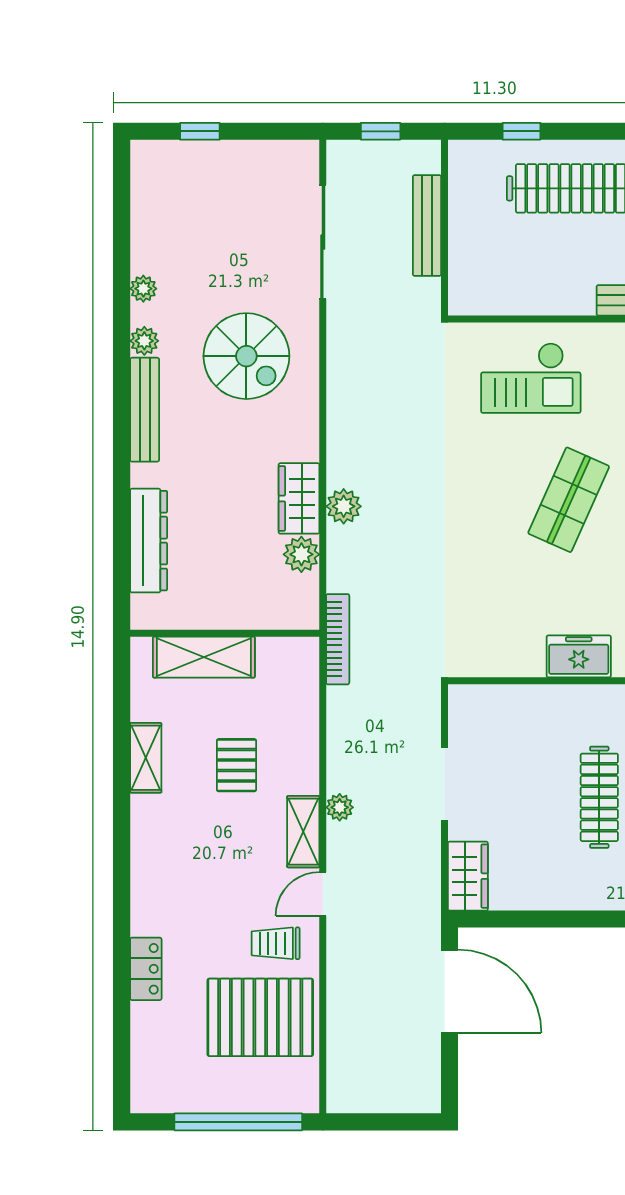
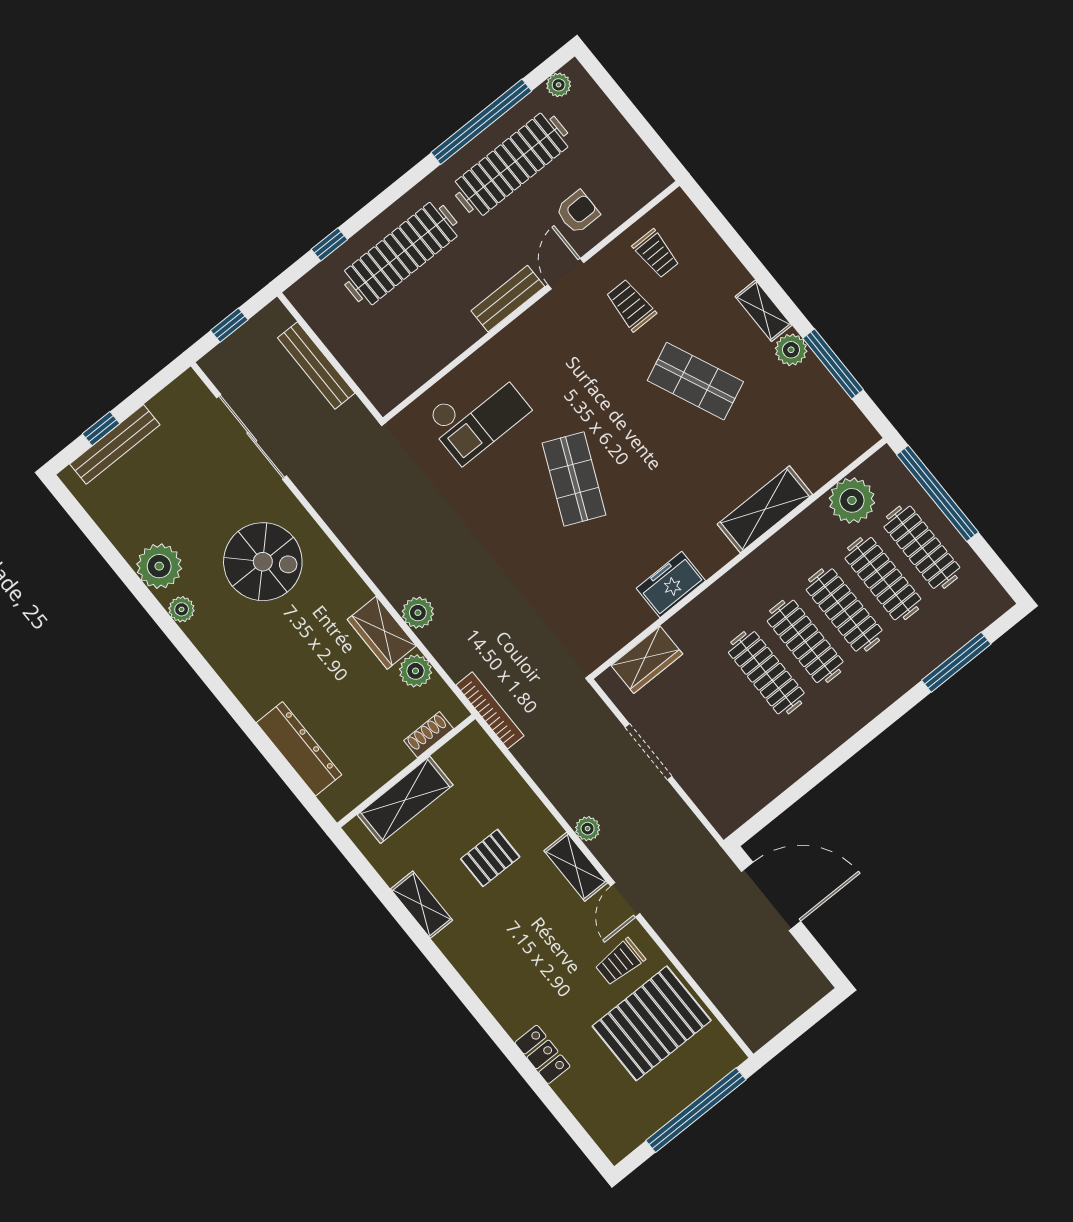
plant: (143, 289) -> (159, 566), width x1.88, depth x1.88
bench: (145, 410) -> (115, 444), moved, turned 90
shoe rack: (269, 618) -> (429, 735), added
pallet: (236, 765) -> (490, 858), turned 90
wardrobe: (468, 876) -> (647, 660), moved, turned 90

